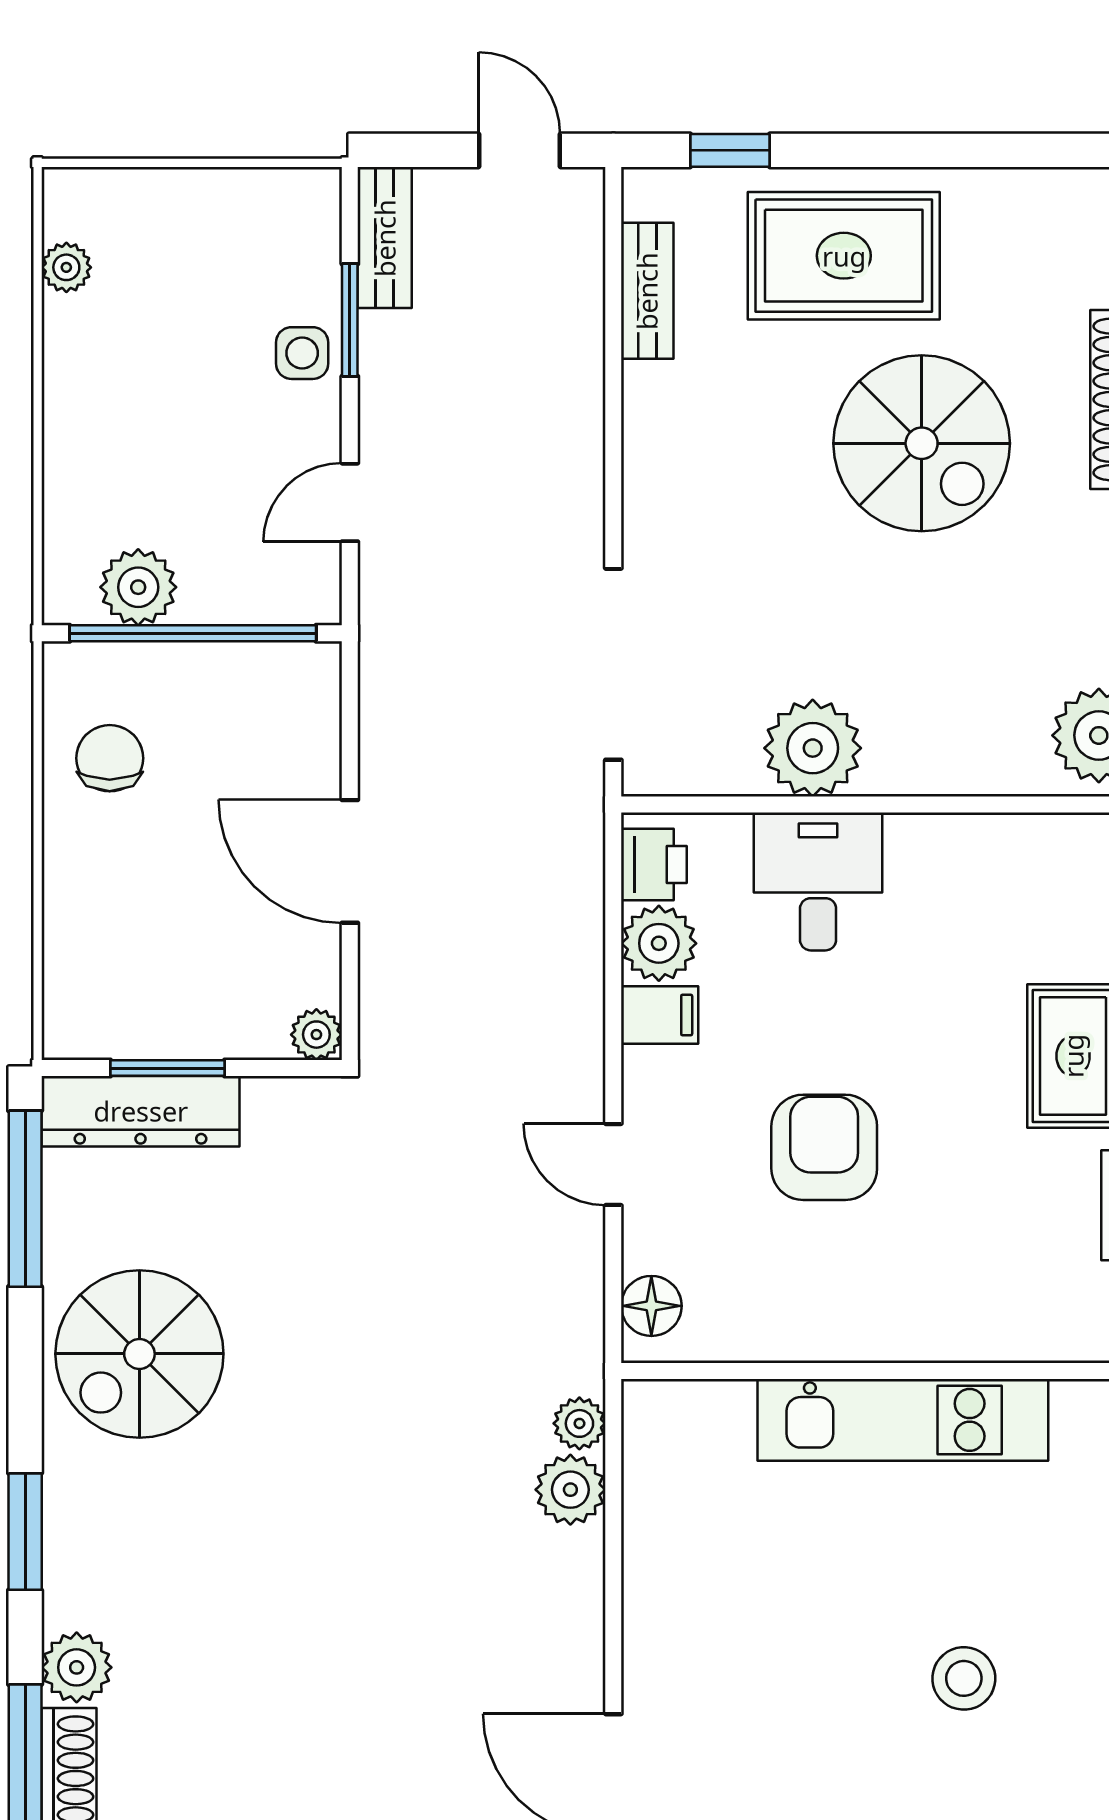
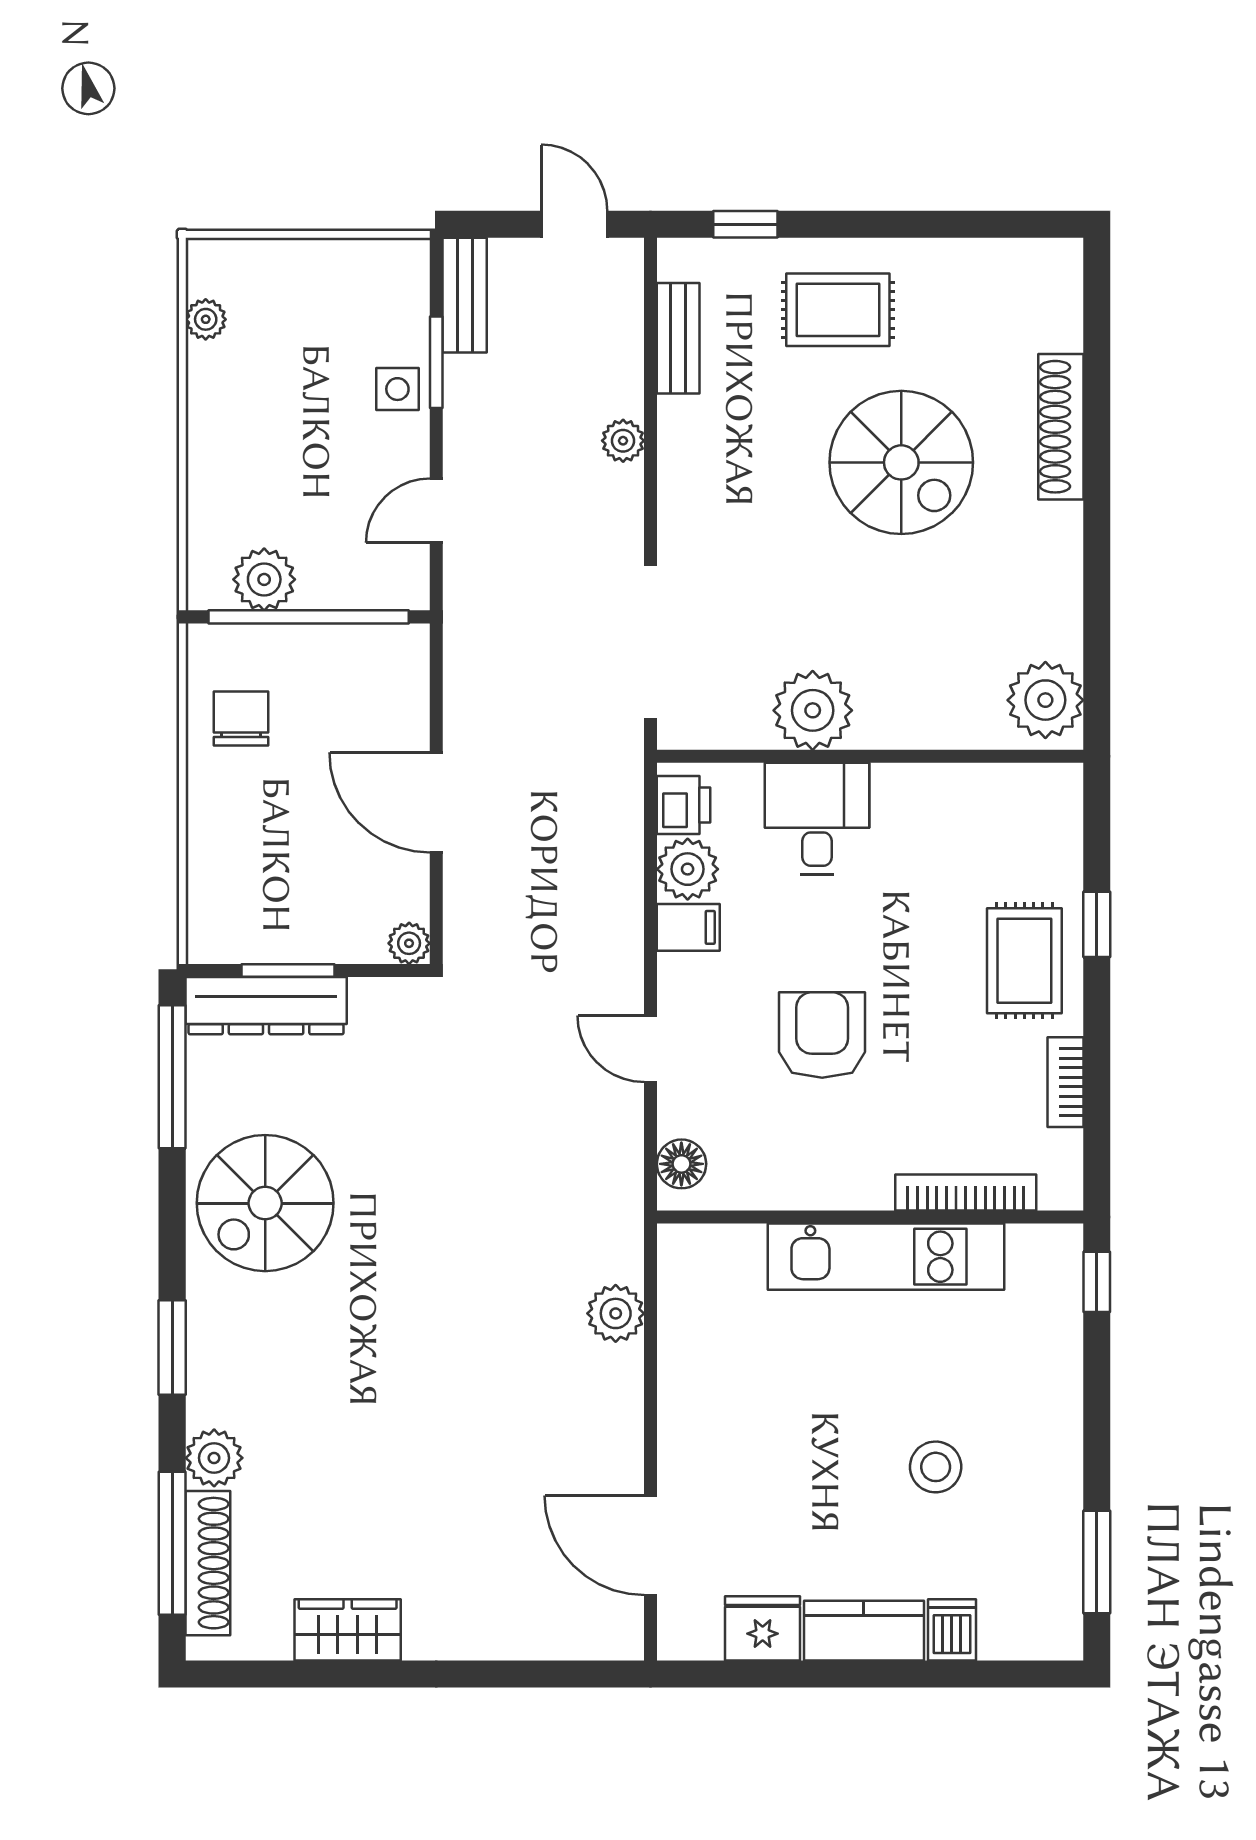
rug: (844, 256) -> (838, 310), width x0.73, depth x0.70
bookcase: (1001, 1341) -> (966, 1193), added
plant: (579, 1423) -> (623, 441), moved

